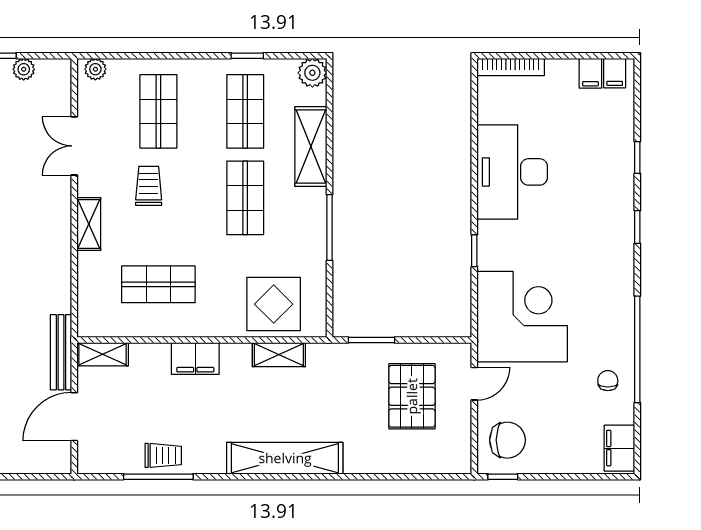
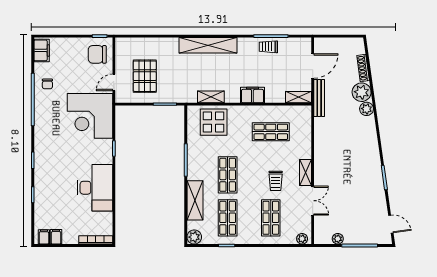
shelving: (89, 224) -> (305, 172), moved

